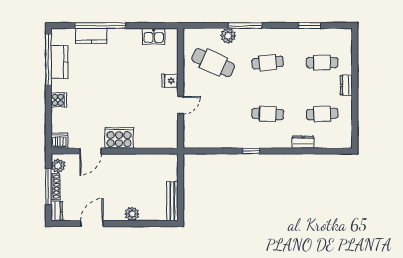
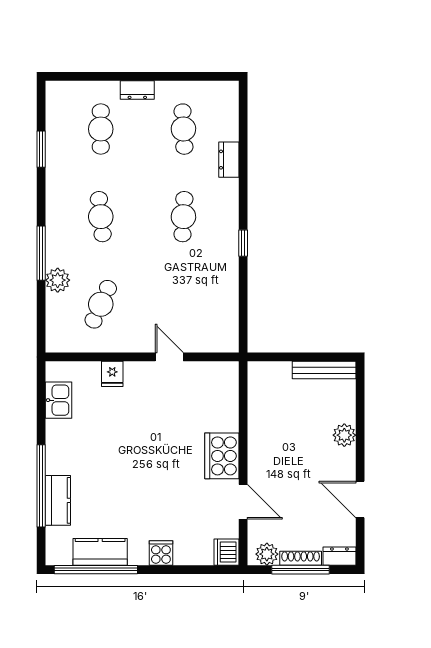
cafe table: (213, 63) -> (101, 304), width x0.73, depth x0.74
fridge: (170, 81) -> (112, 374), moved

